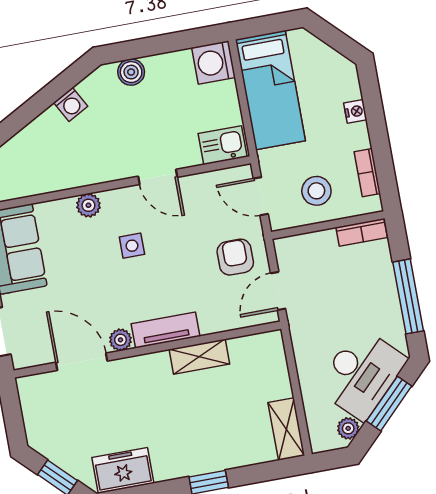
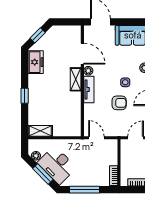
stool: (316, 191) -> (134, 161), removed
armchair: (235, 257) -> (119, 103), moved
shelving: (199, 357) -> (76, 79), moved
door: (82, 362) -> (82, 54), hinge flipped

